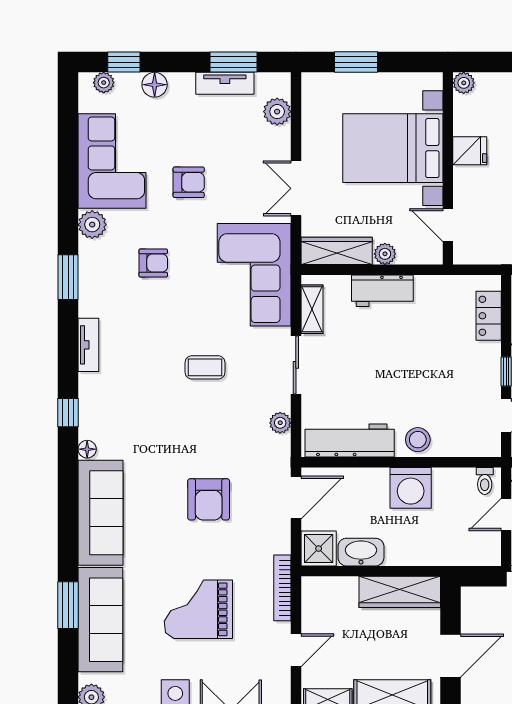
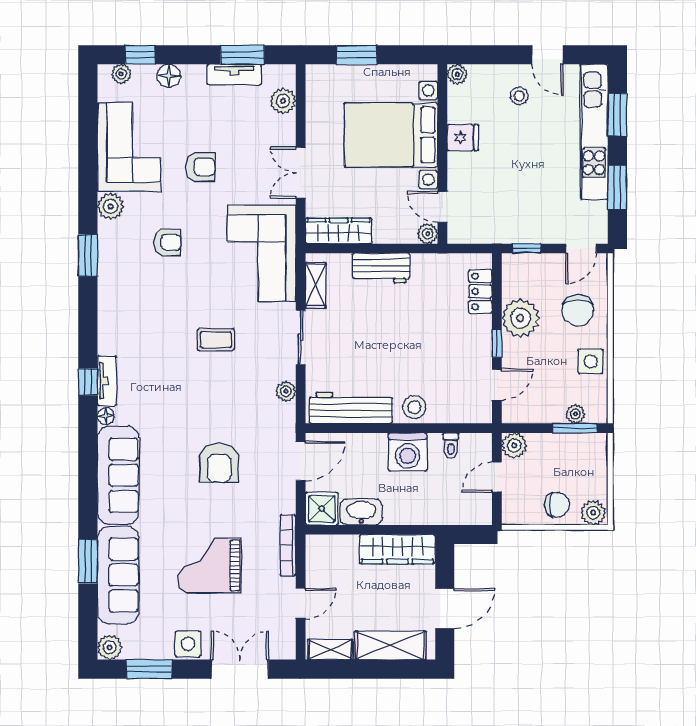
plant: (385, 254) -> (428, 234), moved
tv unit: (88, 345) -> (107, 381), moved
toilet: (485, 481) -> (451, 446), moved

